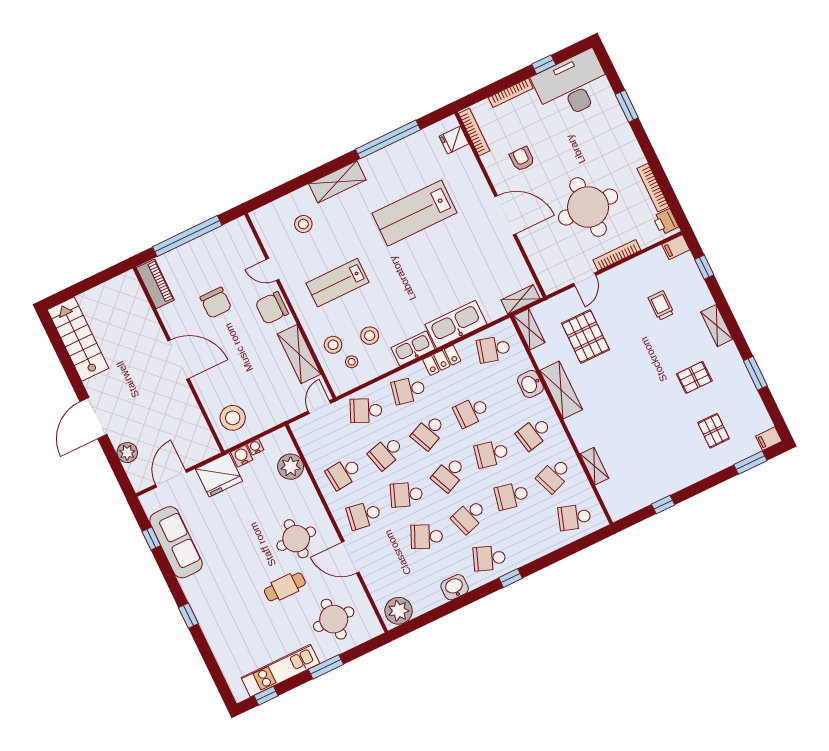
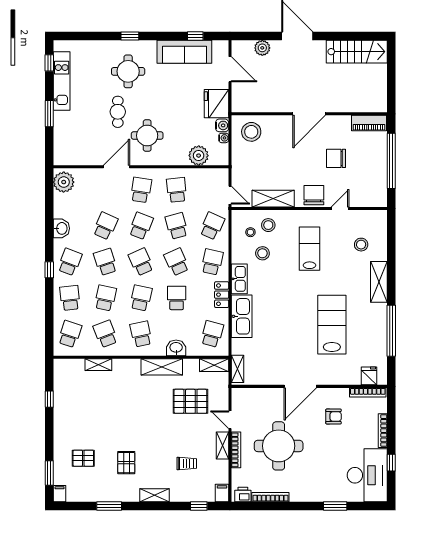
shelving: (619, 274) -> (222, 445), added
school desk: (532, 538) -> (70, 298), added
round table: (334, 619) -> (128, 71), moved

